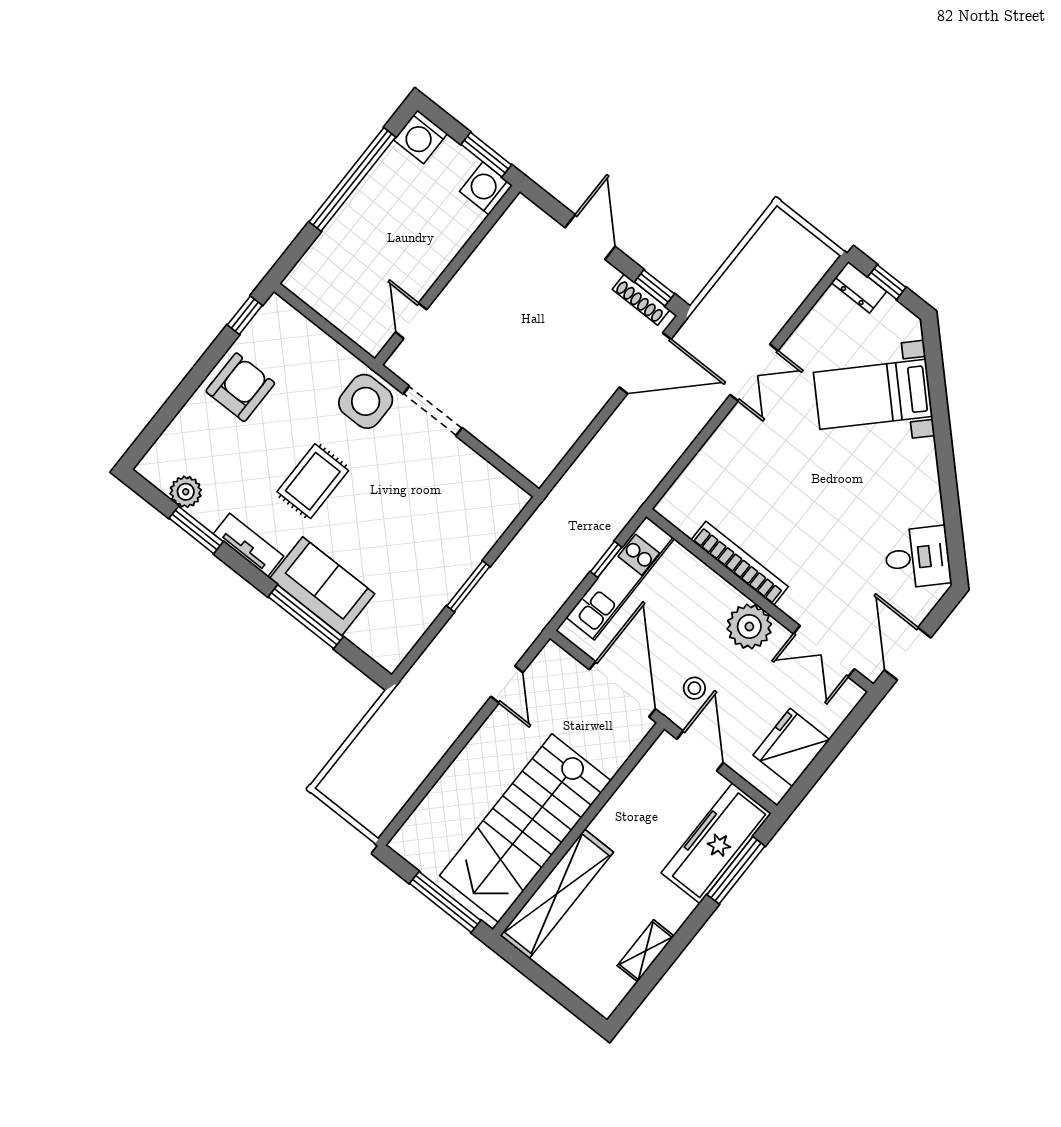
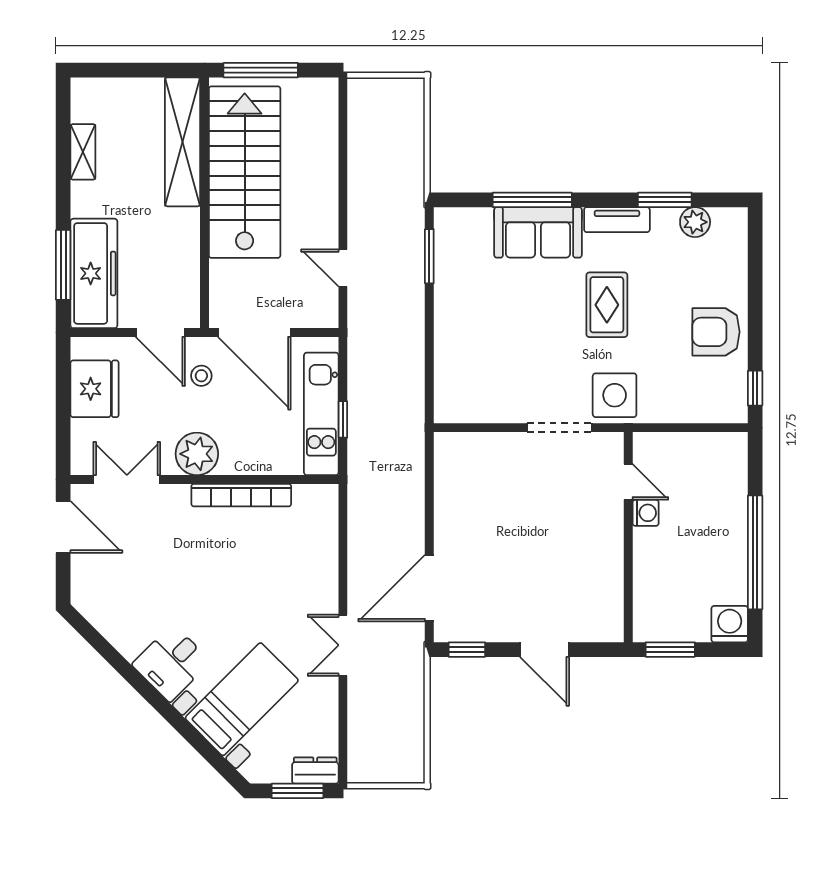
washing machine: (486, 188) -> (646, 513), moved, width x0.73, depth x0.73
window: (887, 282) -> (297, 791), width x1.50
shoe rack: (641, 300) -> (470, 633), removed
armchair: (240, 387) -> (716, 332), turned 90
desk: (917, 557) -> (171, 663), moved
window: (468, 586) -> (429, 256), moved

